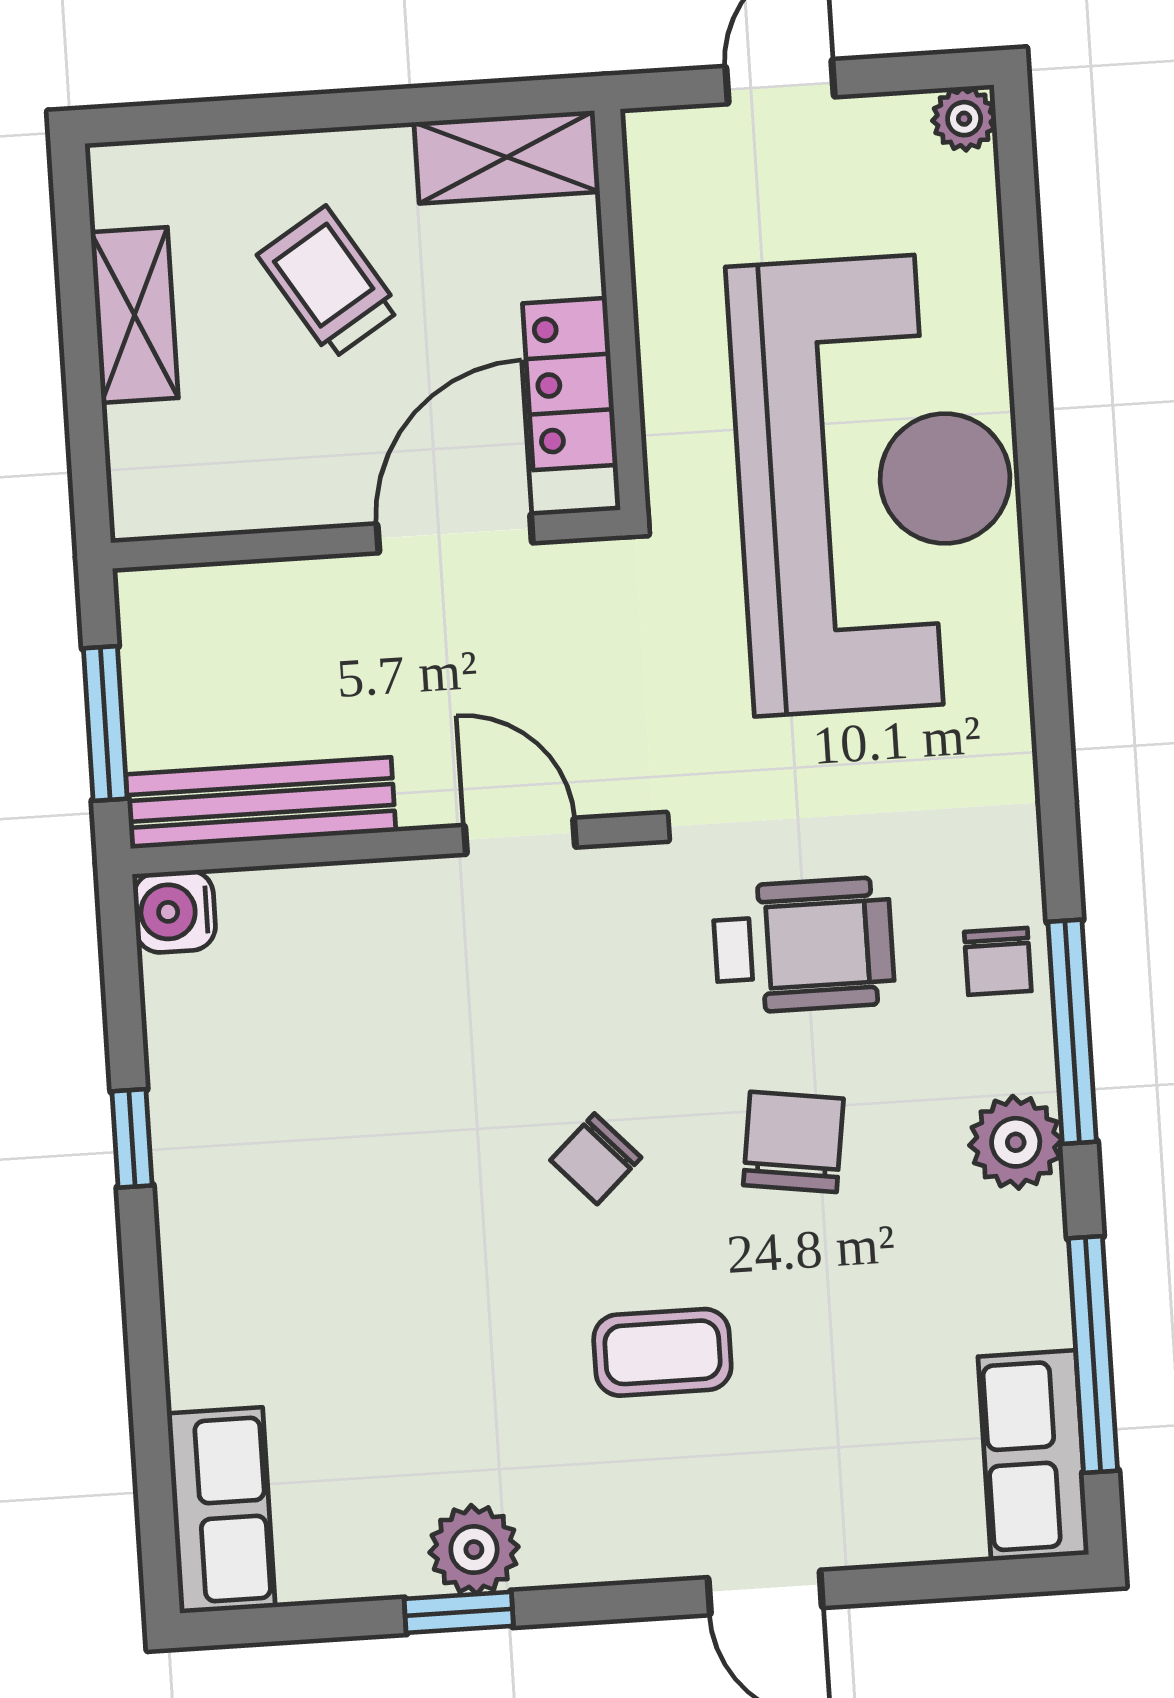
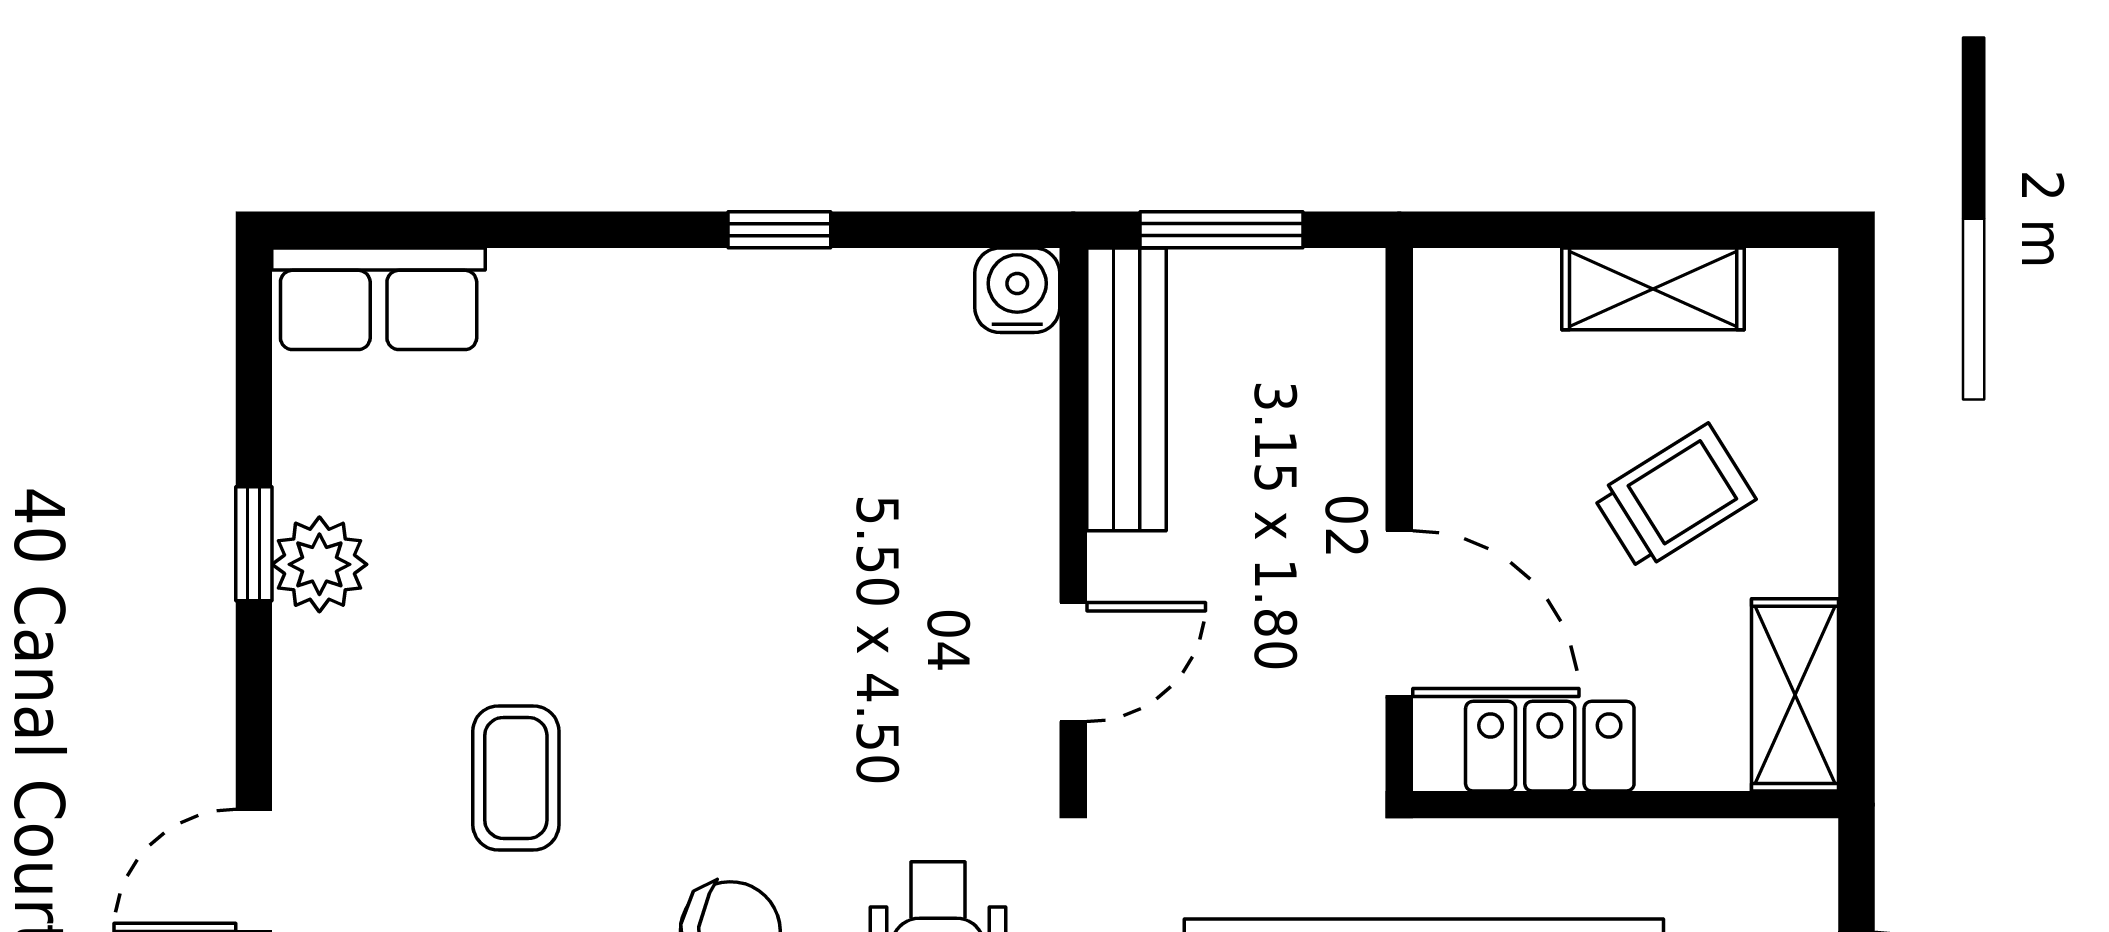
chair: (596, 1159) -> (726, 720), removed

